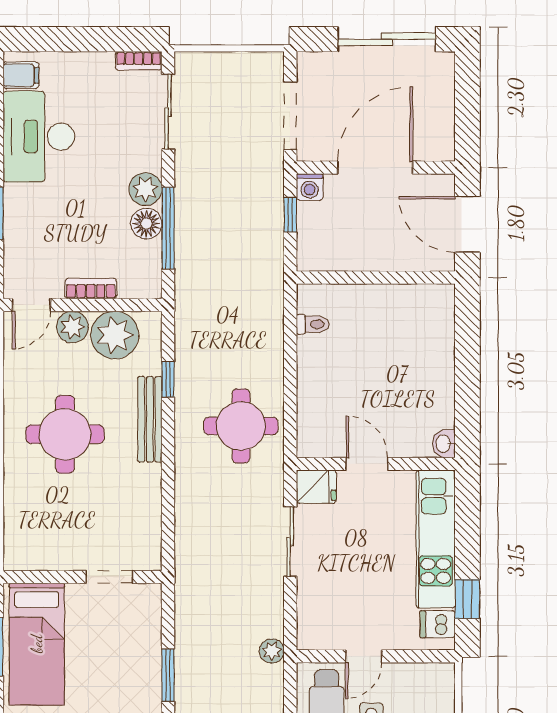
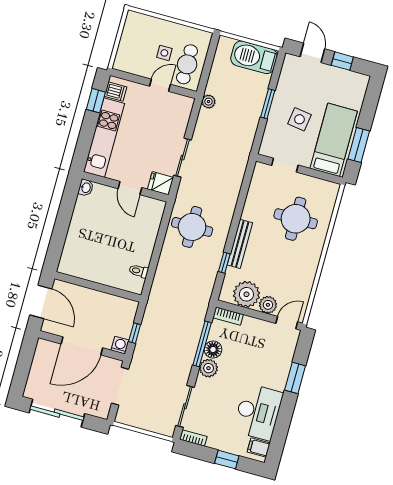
window: (70, 39) -> (227, 460), added
bookcase: (91, 289) -> (228, 316), moved
round table: (65, 434) -> (296, 219), moved
side table: (106, 663) -> (300, 119), added

